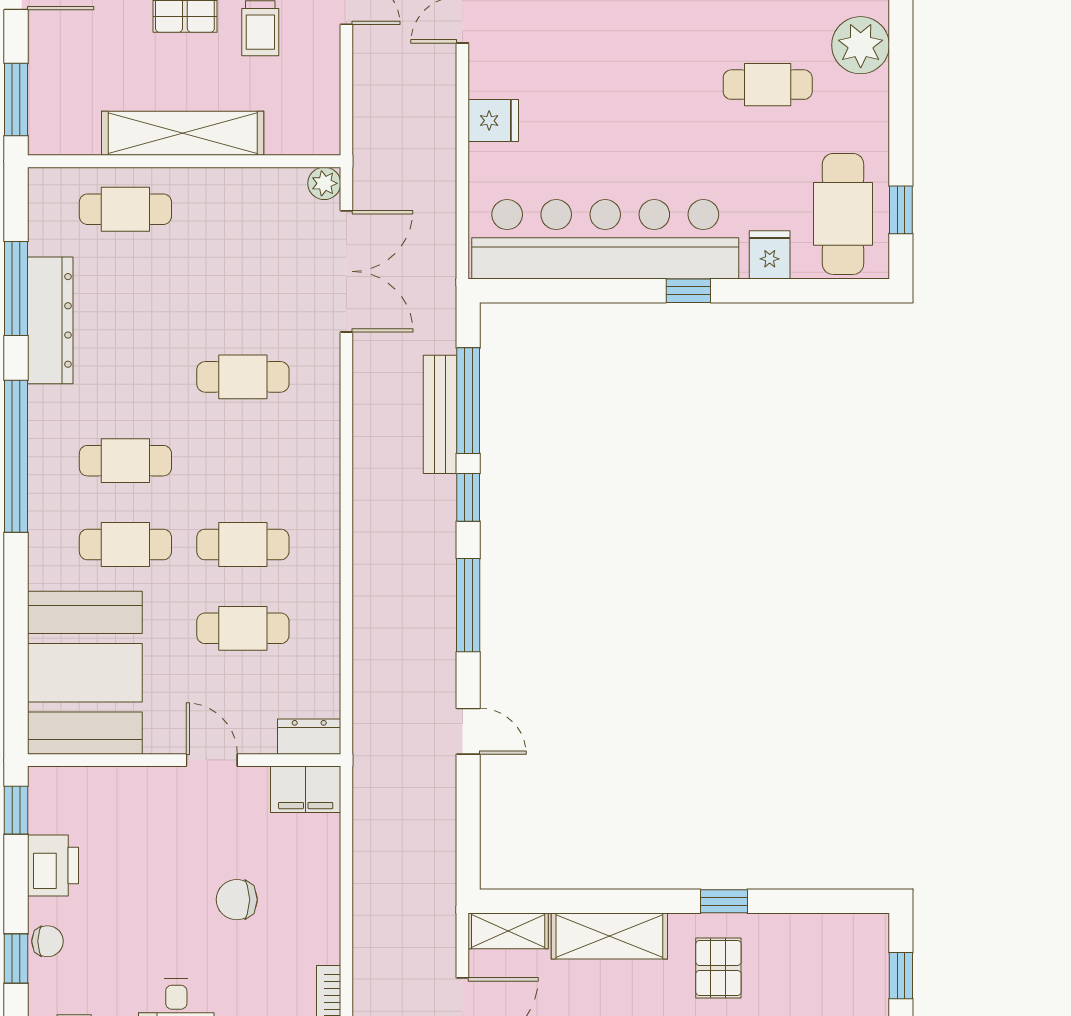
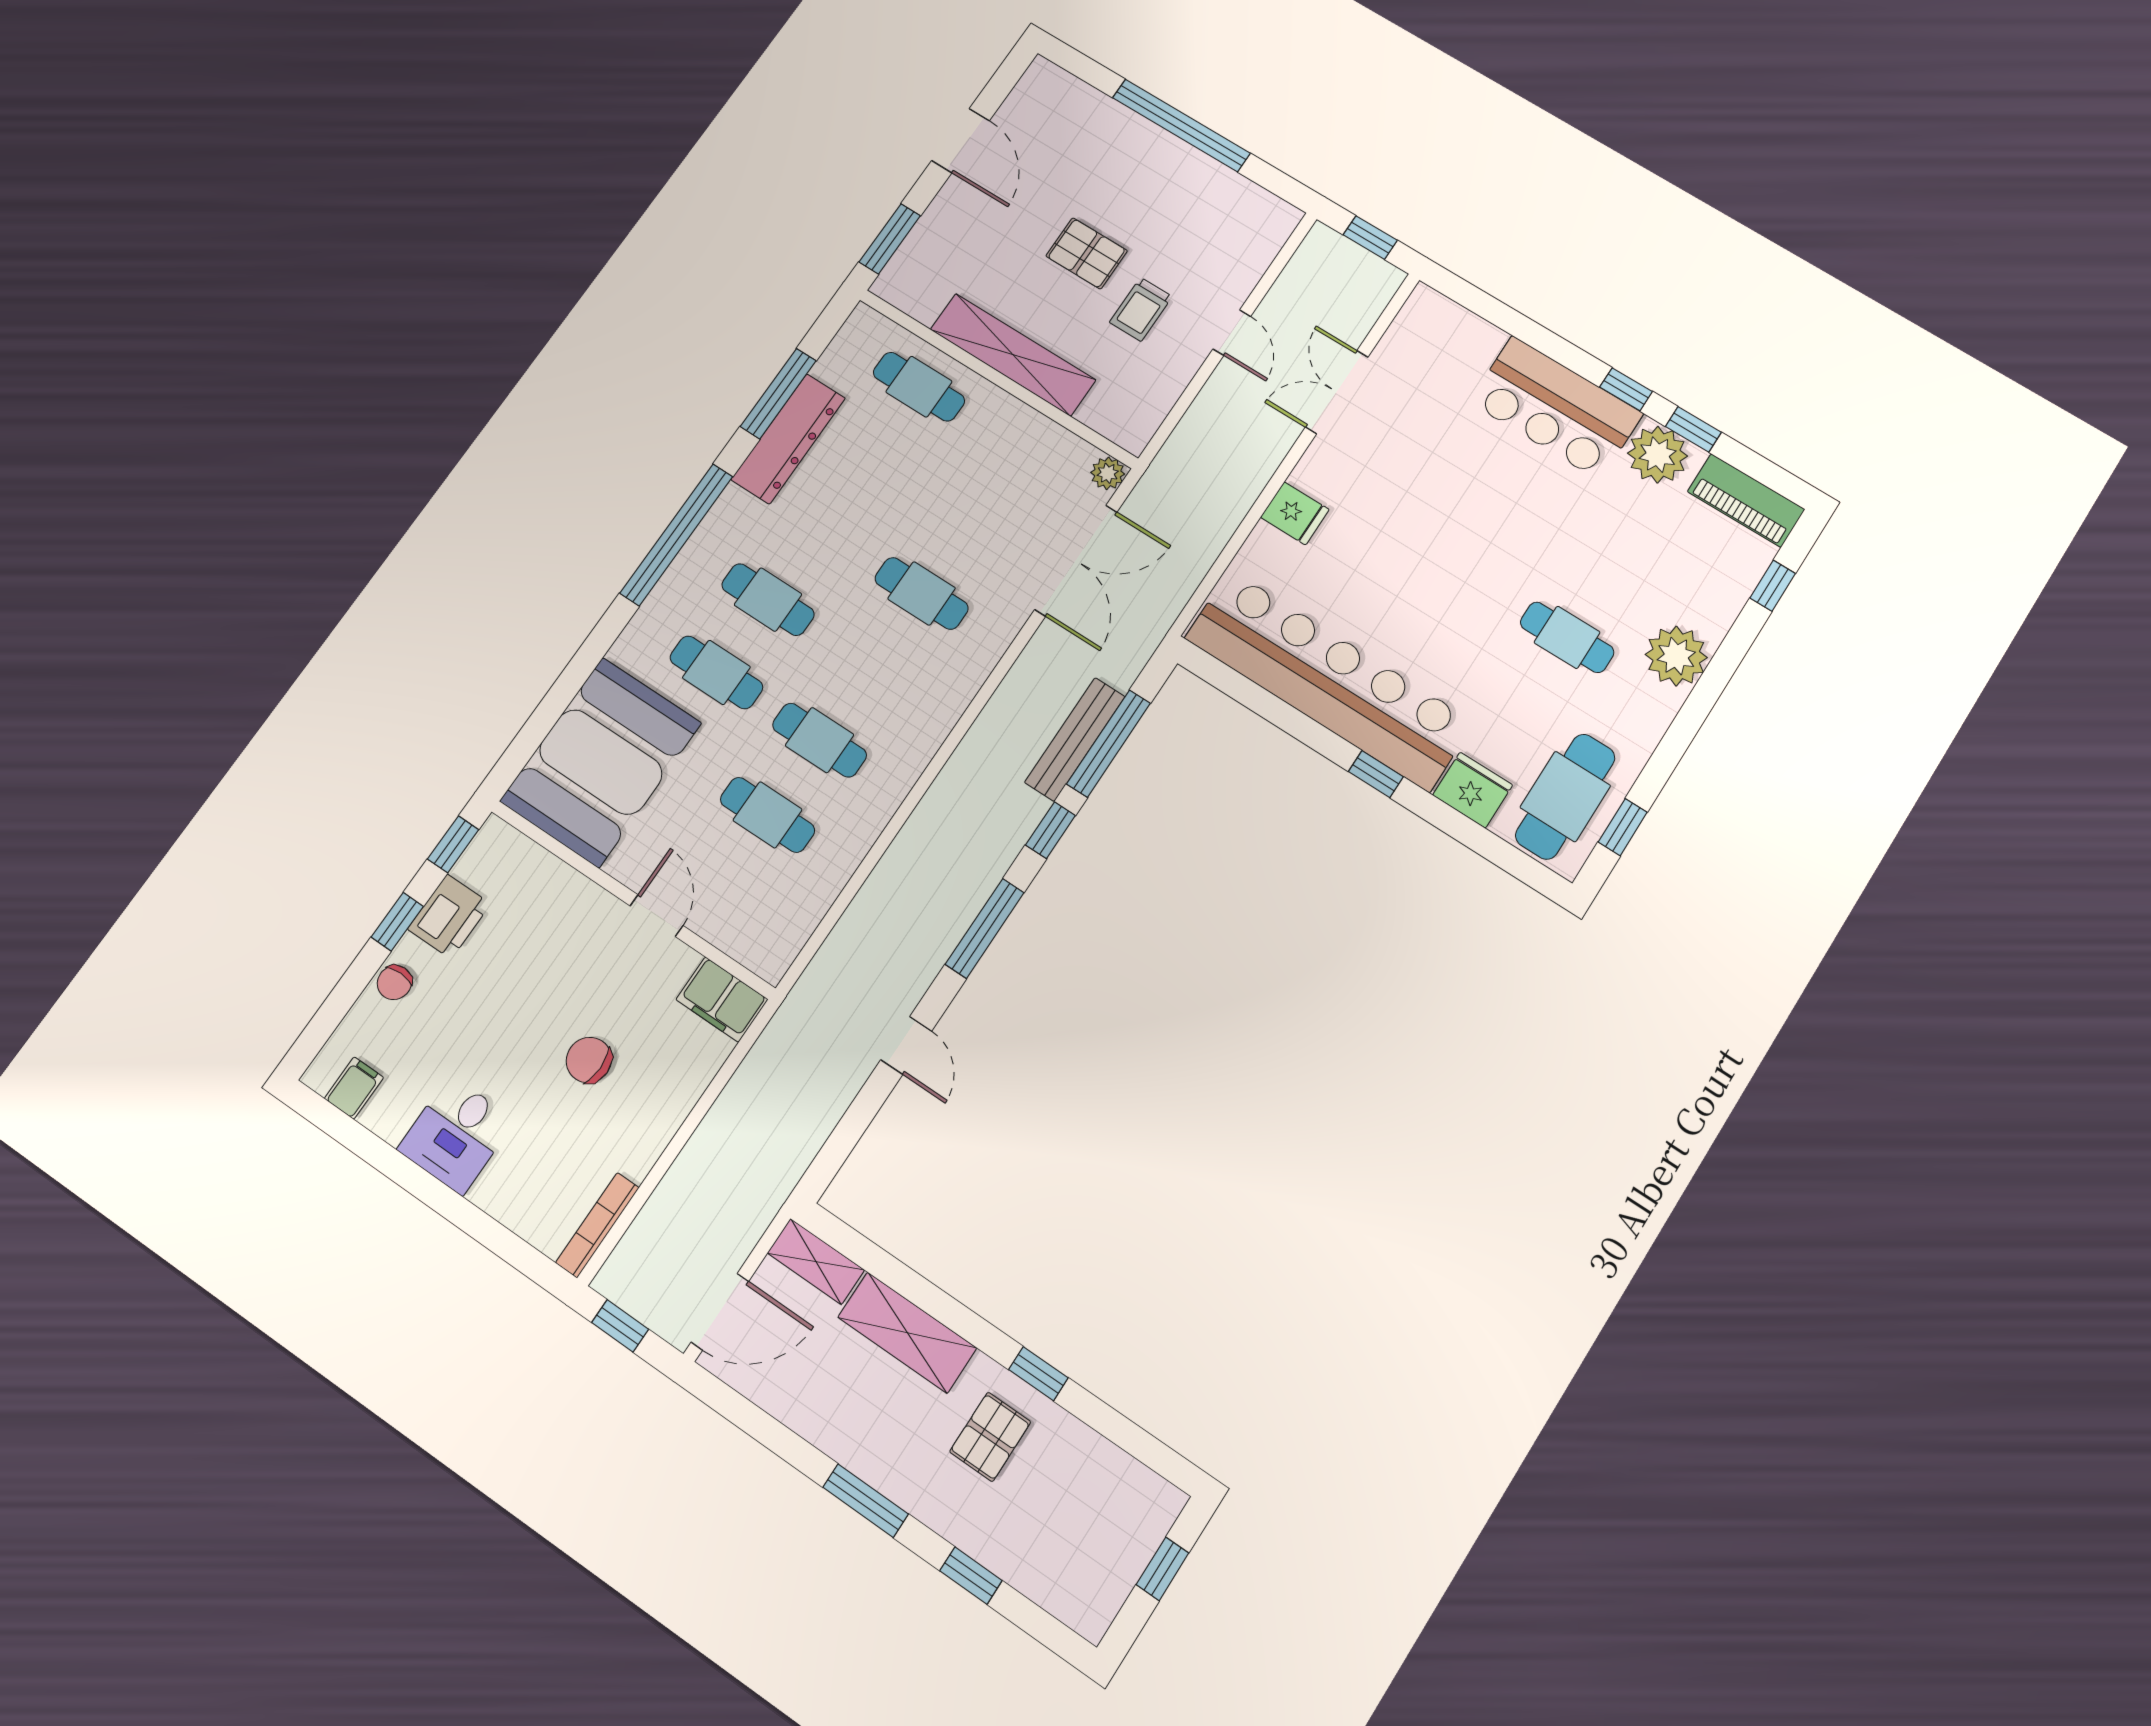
fridge: (770, 255) -> (1473, 790), width x1.38
dresser: (309, 737) -> (758, 953), removed
chair: (48, 941) -> (395, 983), turned 90
window: (16, 958) -> (397, 922), moved

